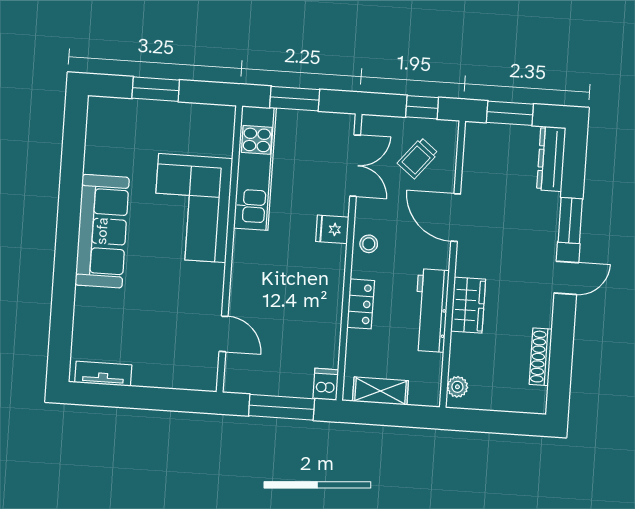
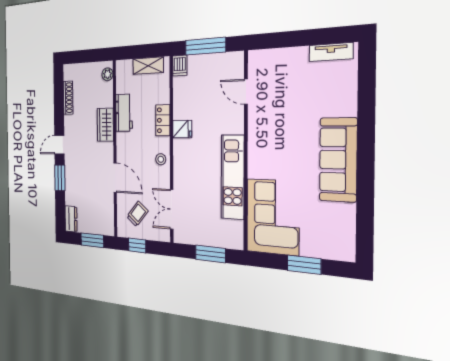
dresser: (551, 159) -> (71, 219), width x0.70
kitchen unit: (255, 168) -> (233, 177), moved
corner sofa: (192, 208) -> (273, 217), moved
fridge: (332, 229) -> (182, 129), moved
workbench: (431, 310) -> (124, 113), width x0.73

